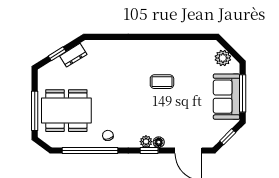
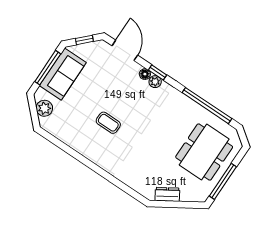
window: (57, 54) -> (180, 205), removed
window: (35, 111) -> (223, 181), moved
dining table: (66, 111) -> (204, 152), turned 90
chair: (108, 135) -> (183, 108), removed

